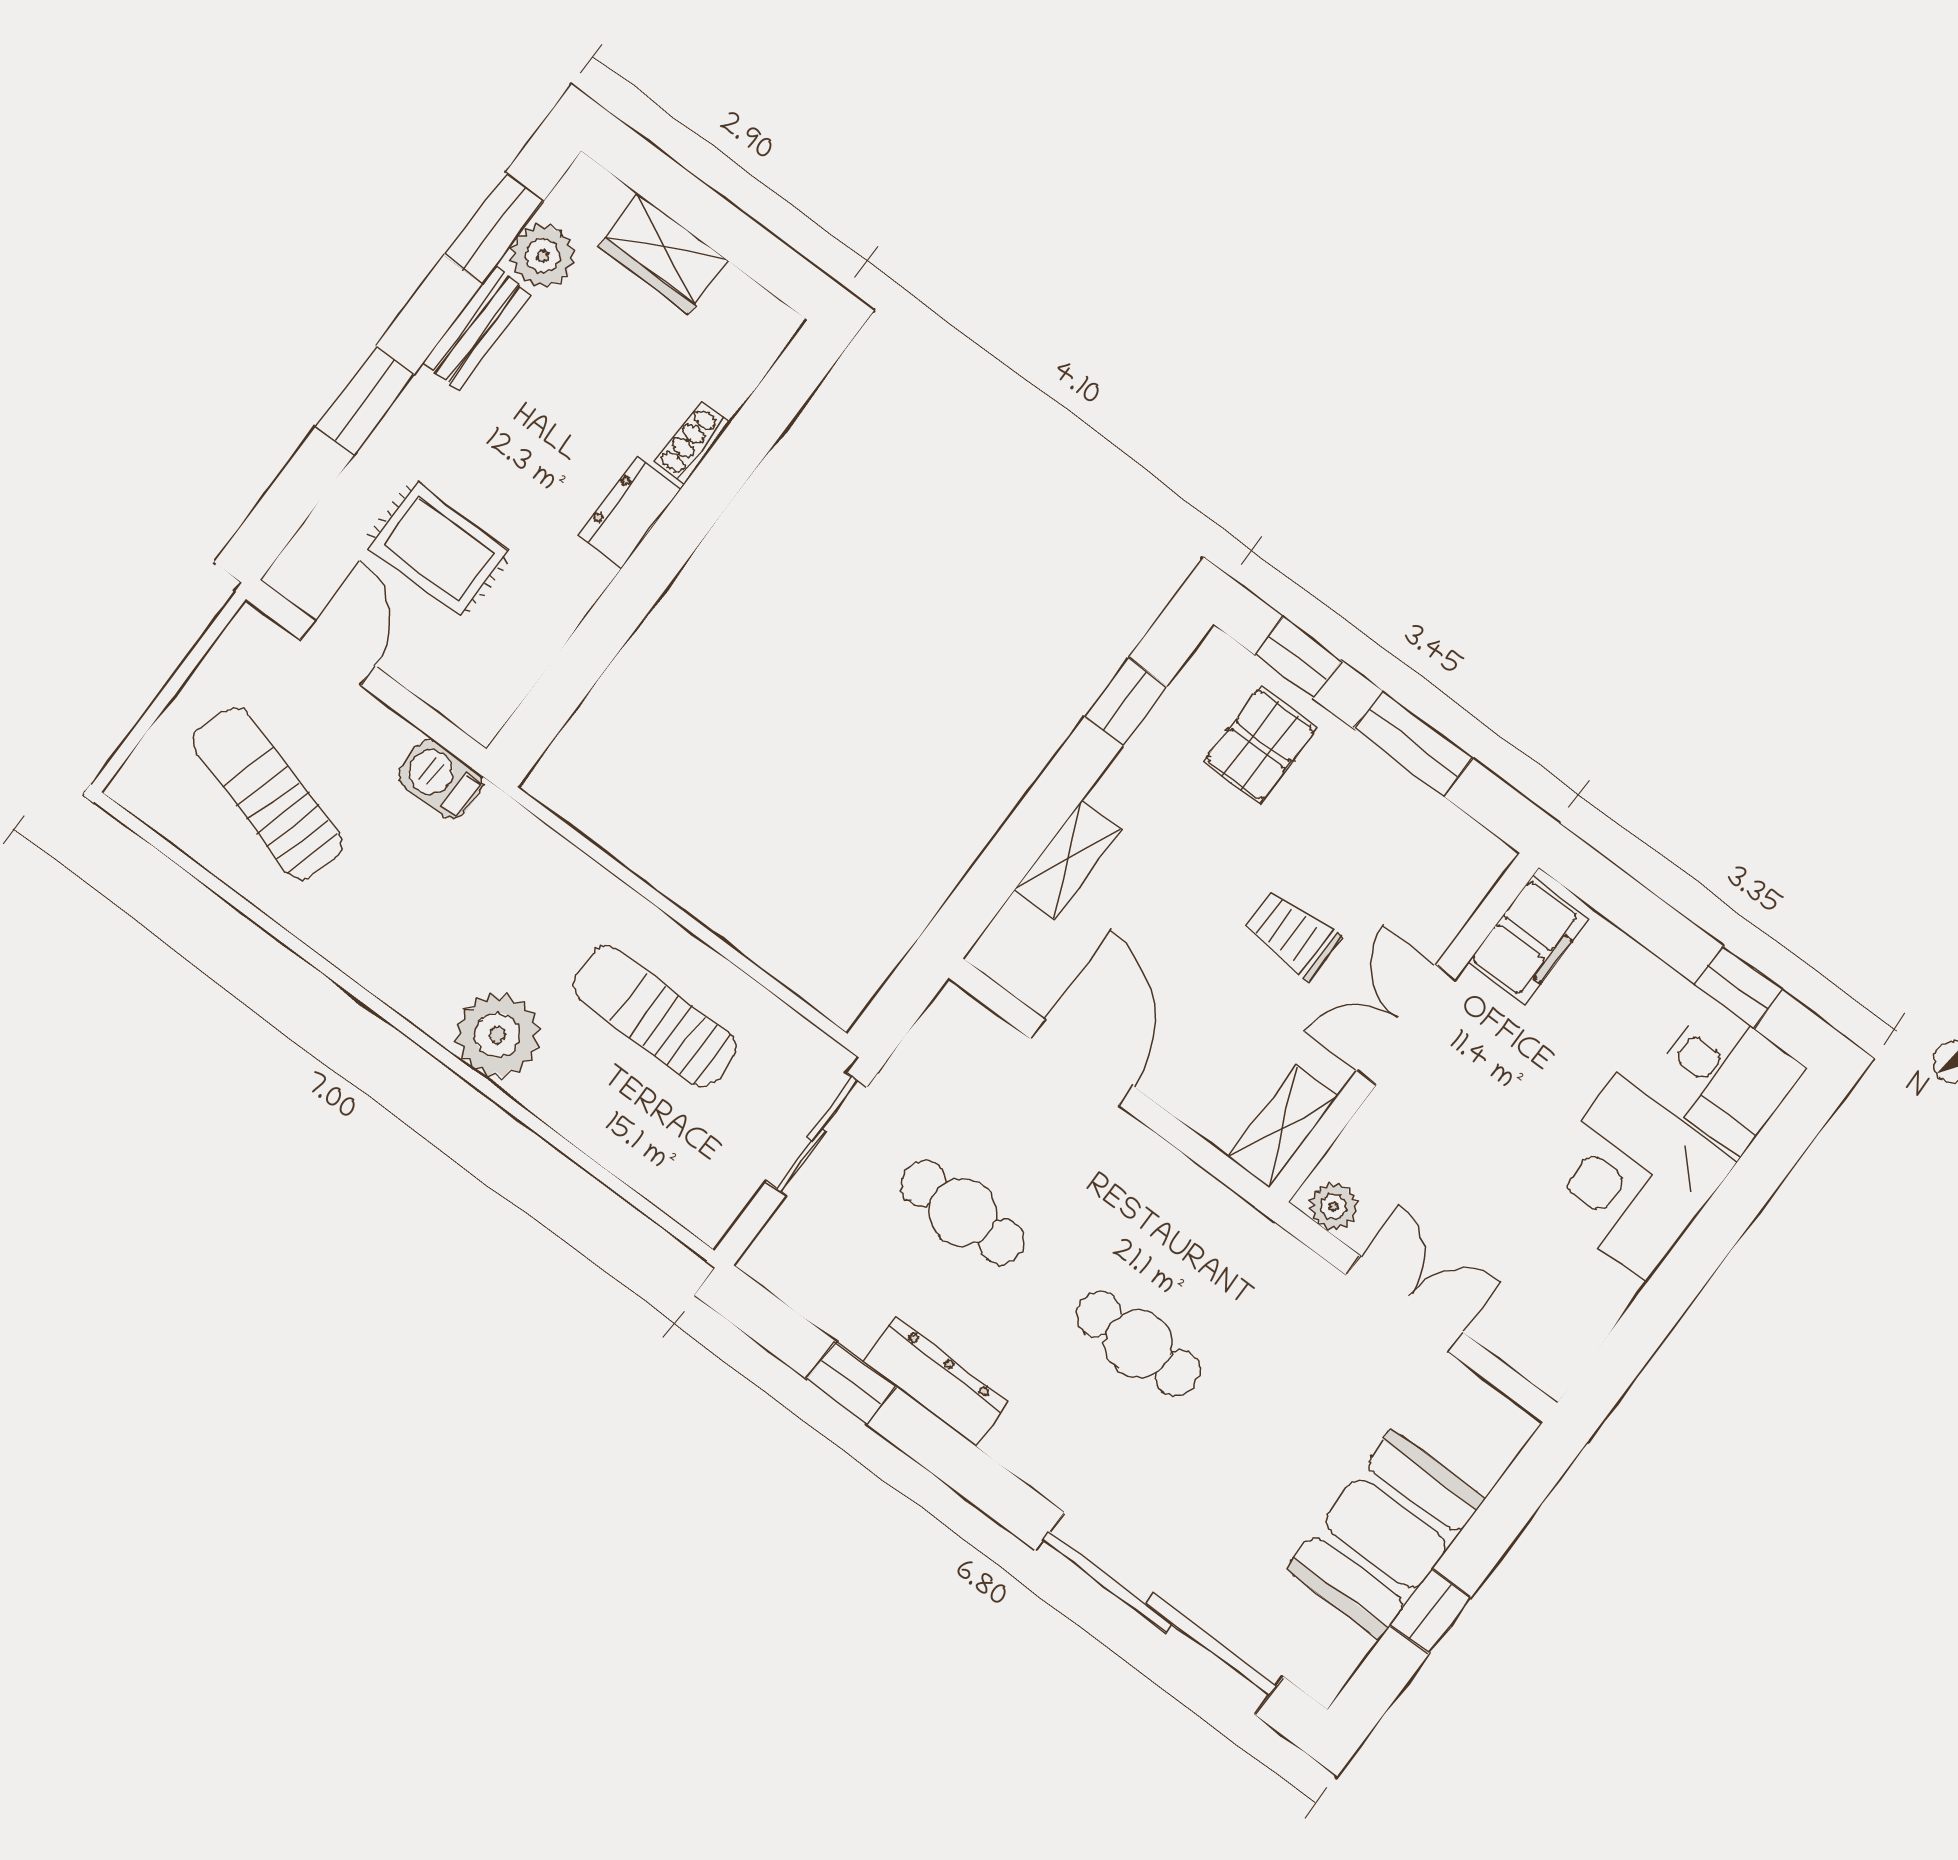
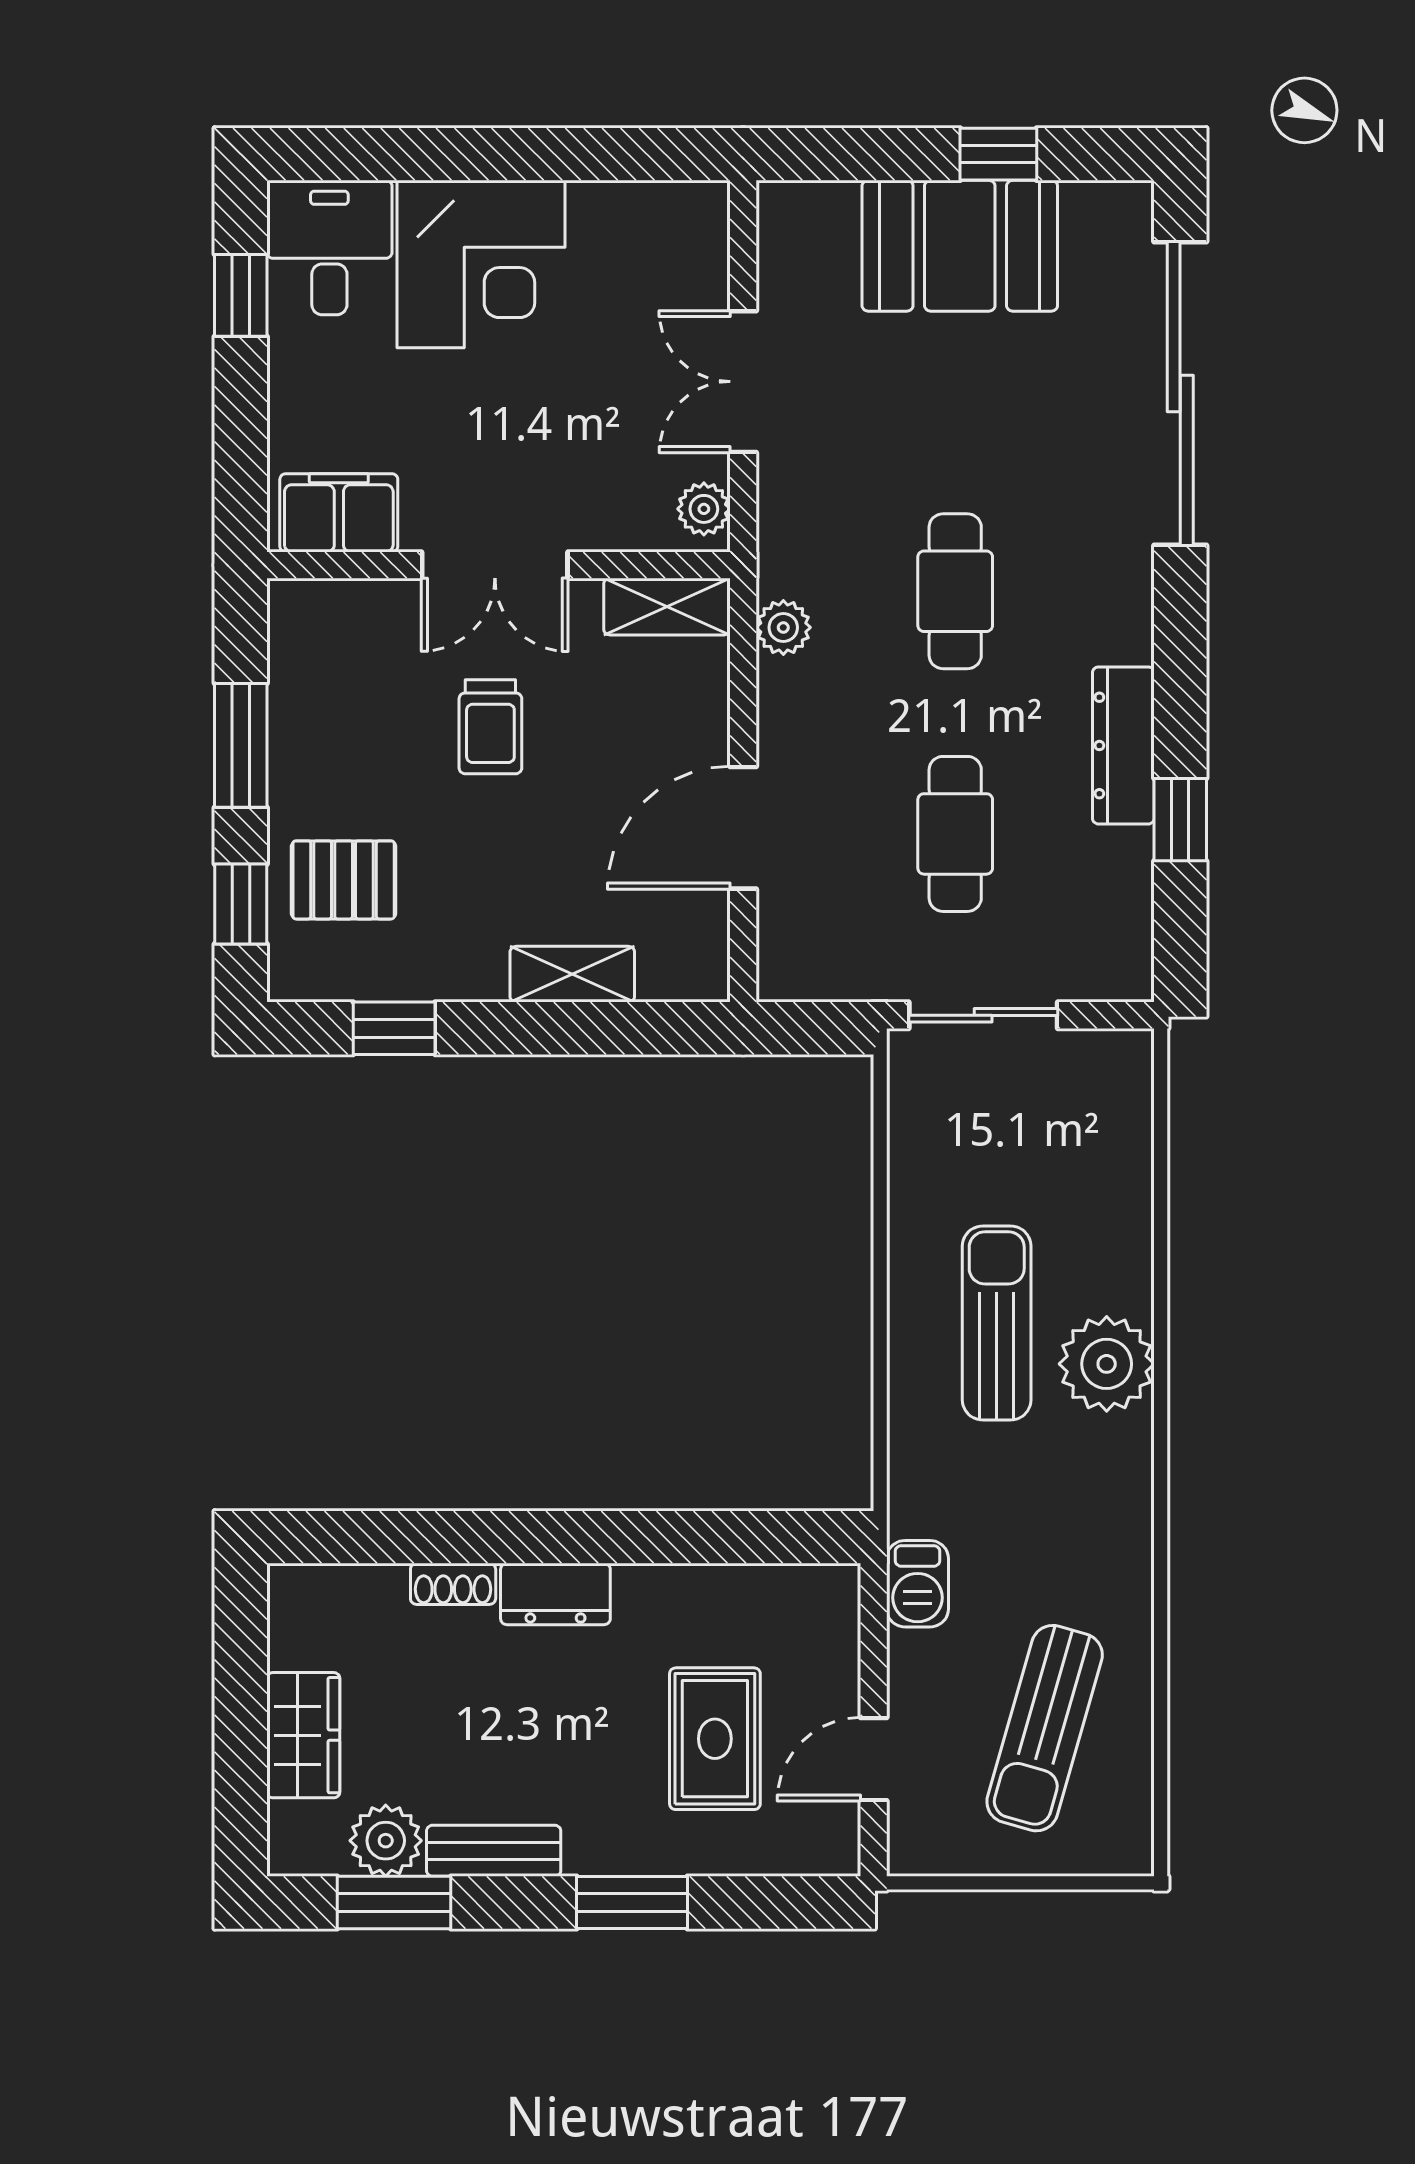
sun lounger: (654, 1016) -> (997, 1323), moved, turned 180
plant: (1205, 1200) -> (783, 627), added

